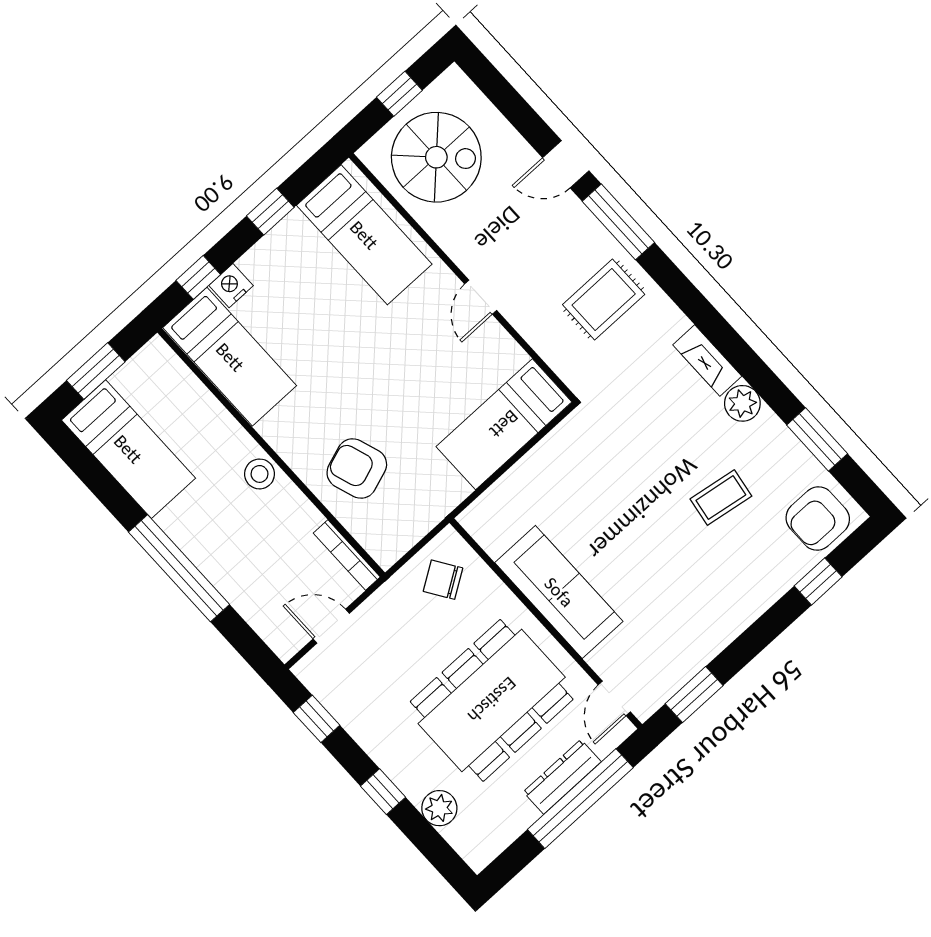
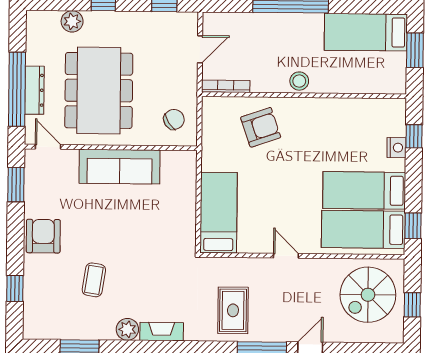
window: (270, 212) -> (413, 226), moved
bed: (230, 357) -> (364, 190), moved
armchair: (818, 518) -> (43, 236), moved

